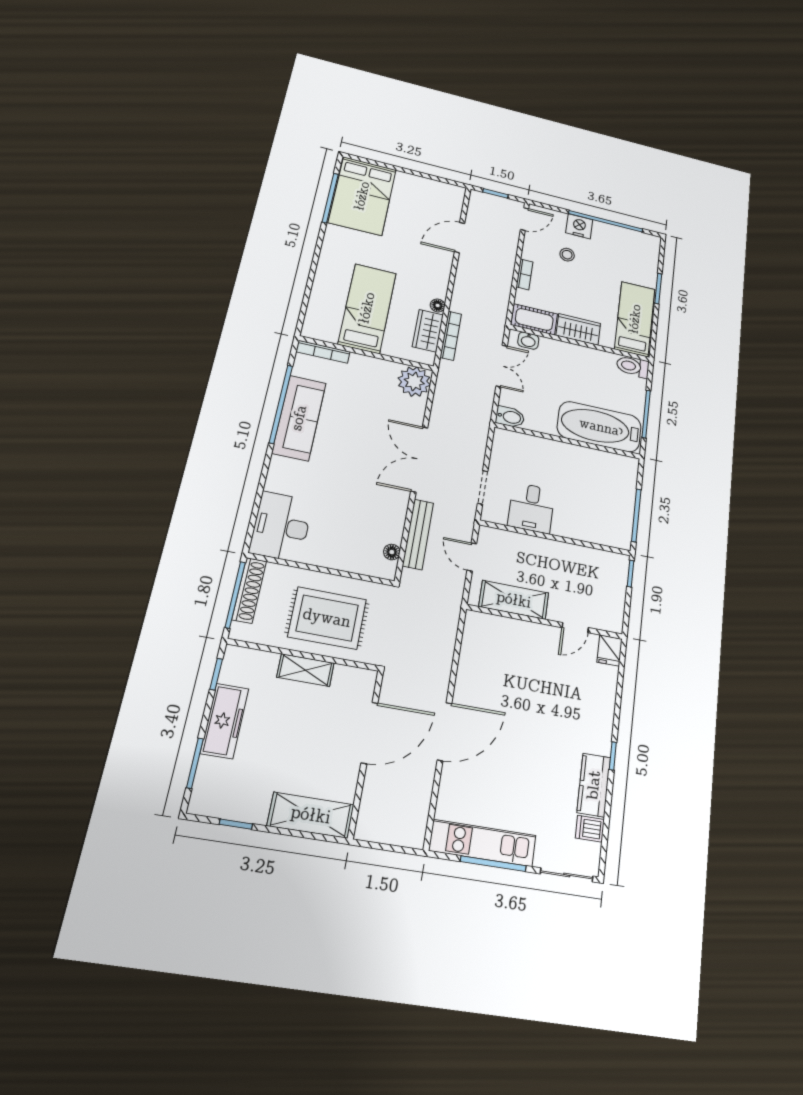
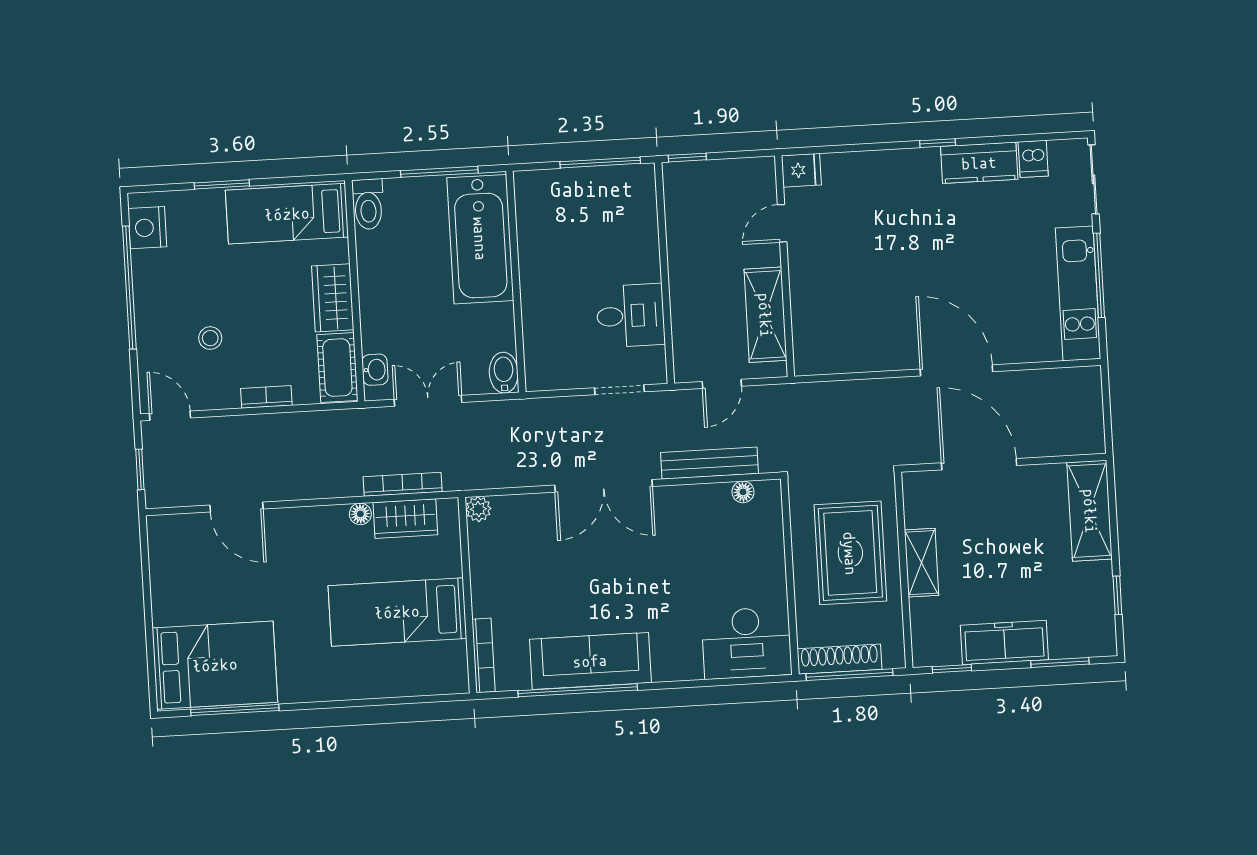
nightstand: (579, 226) -> (147, 228), moved
plant: (414, 382) -> (478, 509), width x0.53, depth x0.53
door: (575, 628) -> (782, 223), swing flipped

